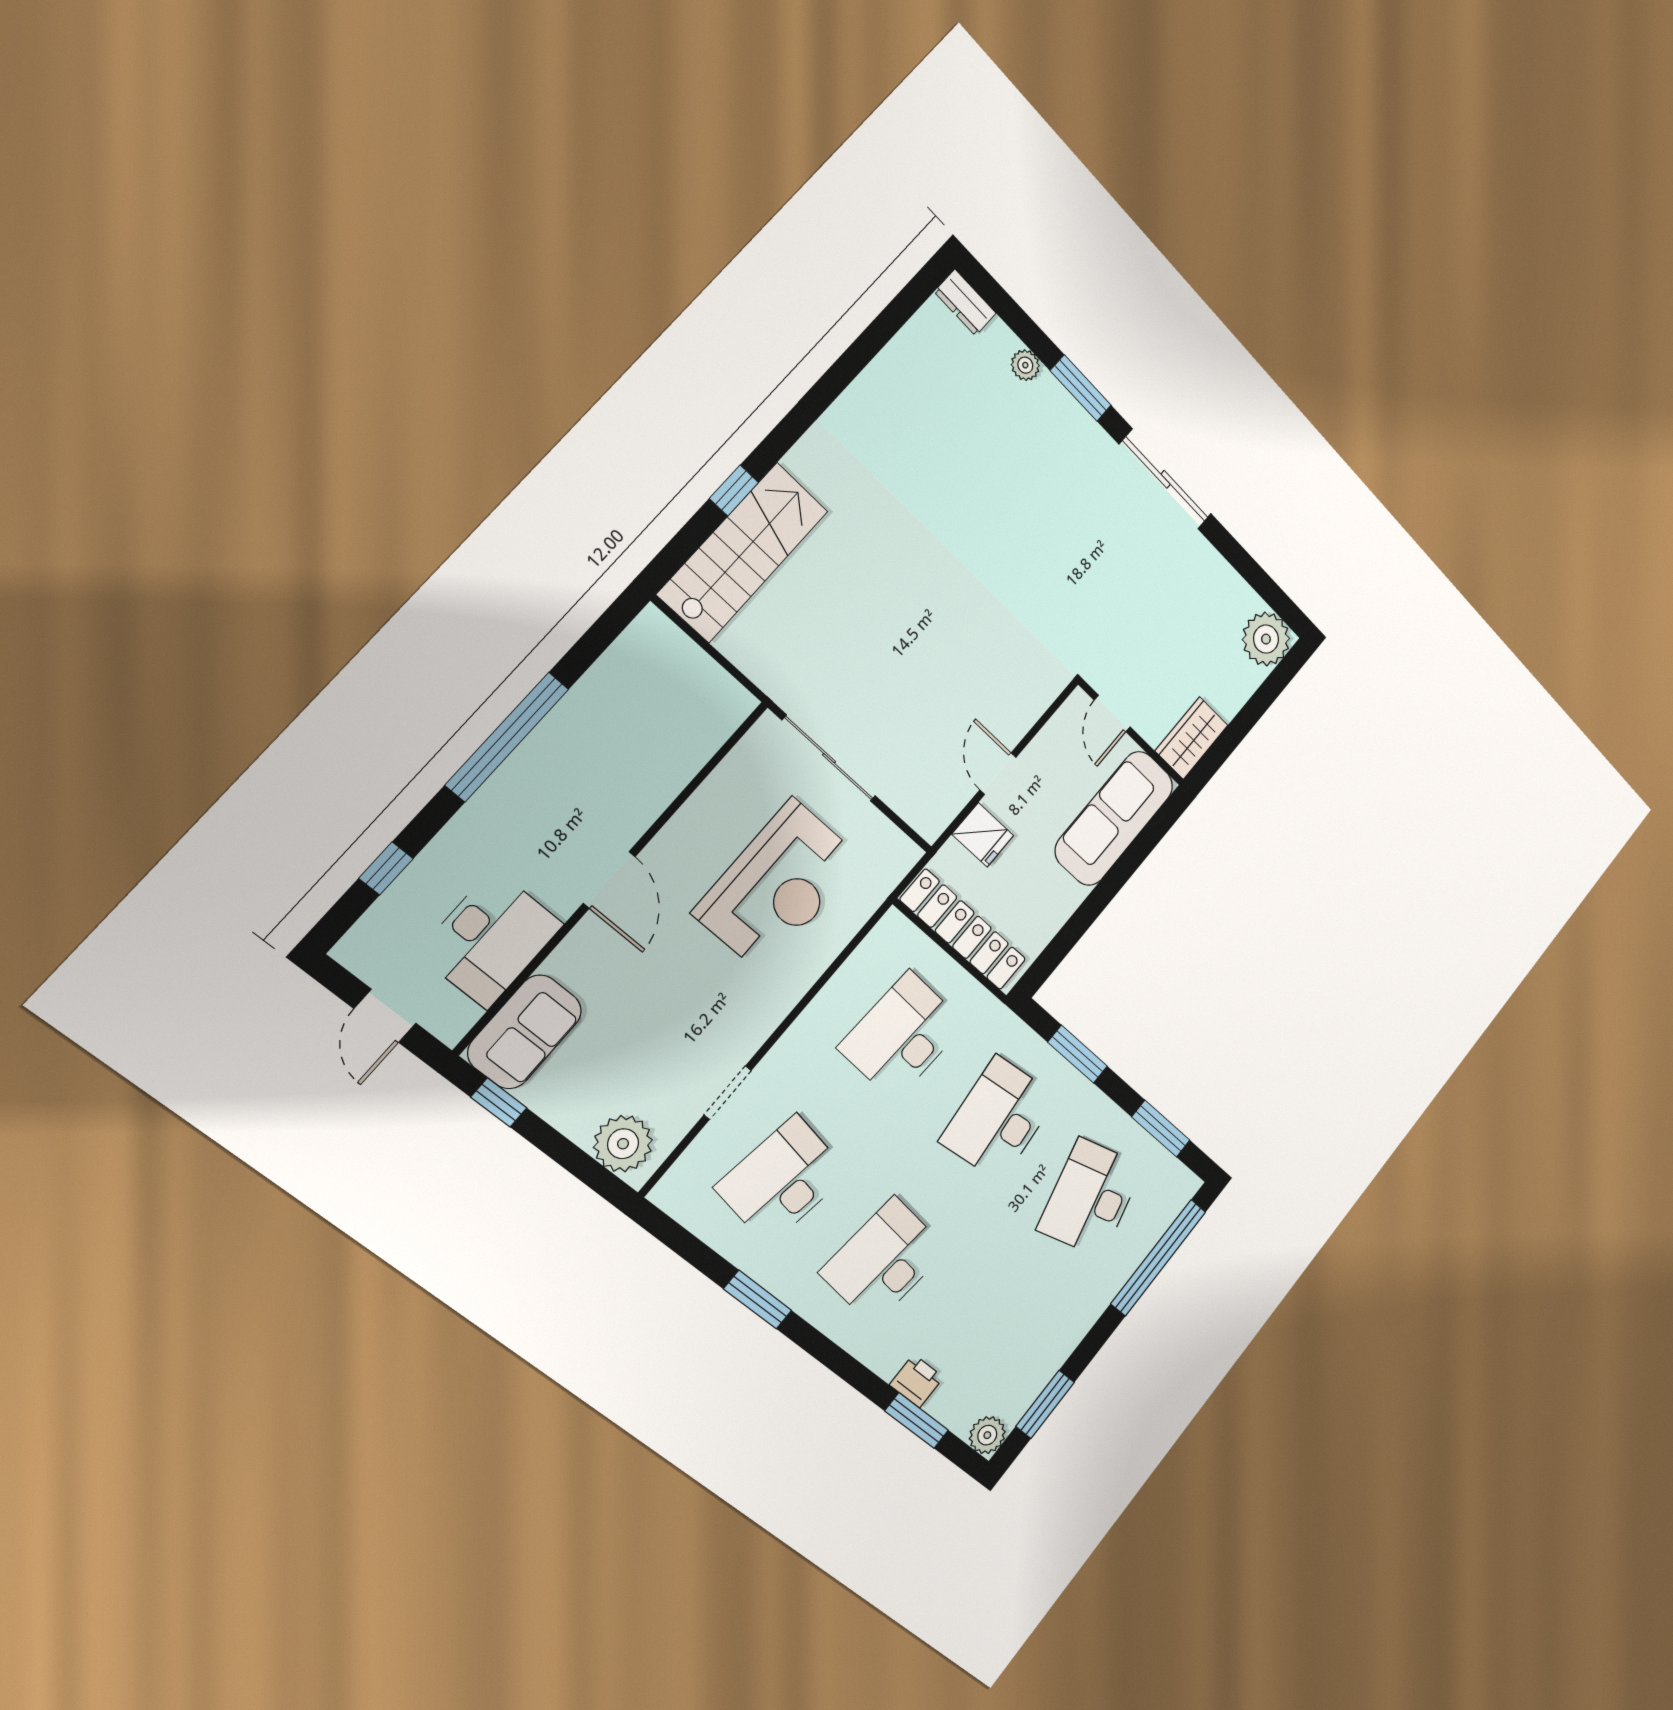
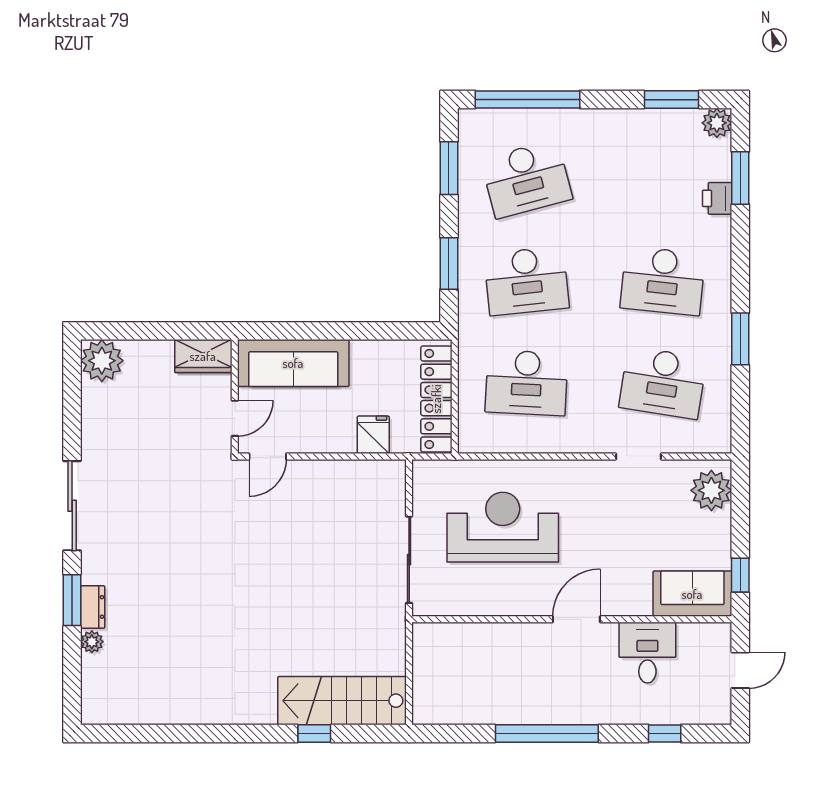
dresser: (965, 303) -> (93, 607), moved
door: (998, 774) -> (268, 456), moved
desk: (490, 939) -> (647, 653), width x0.73

